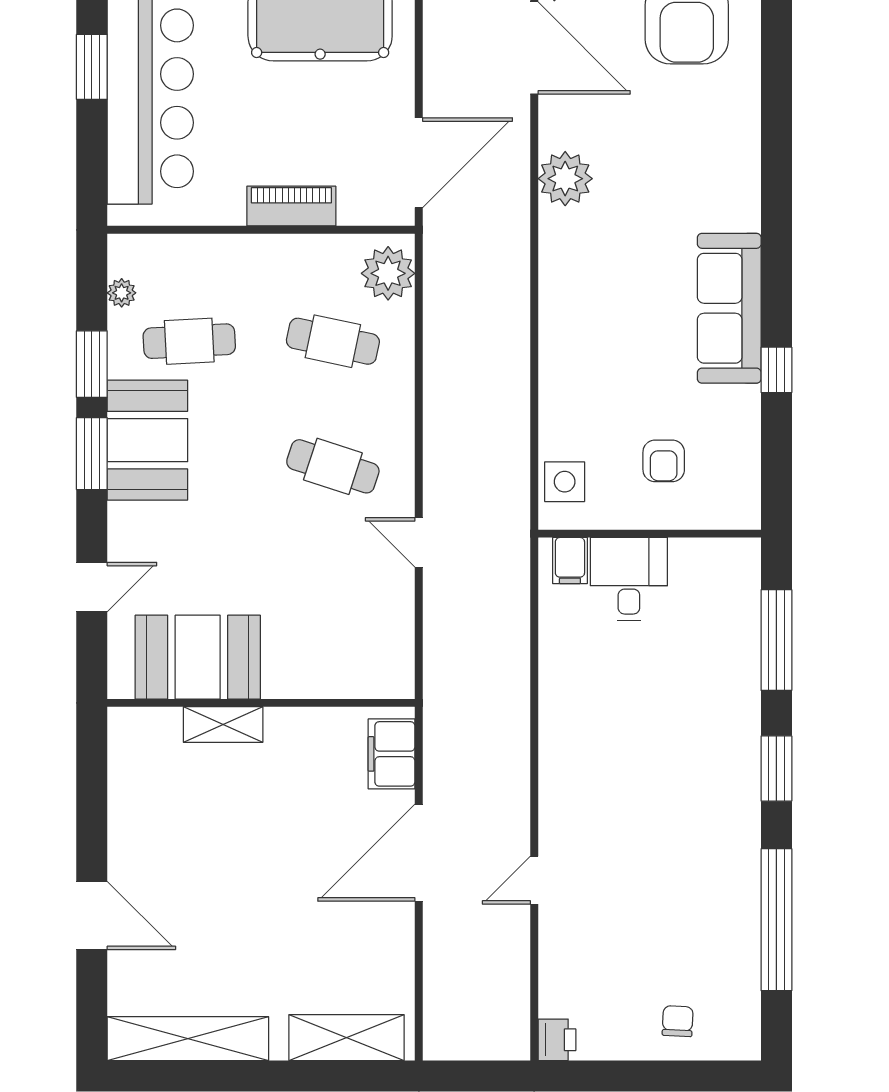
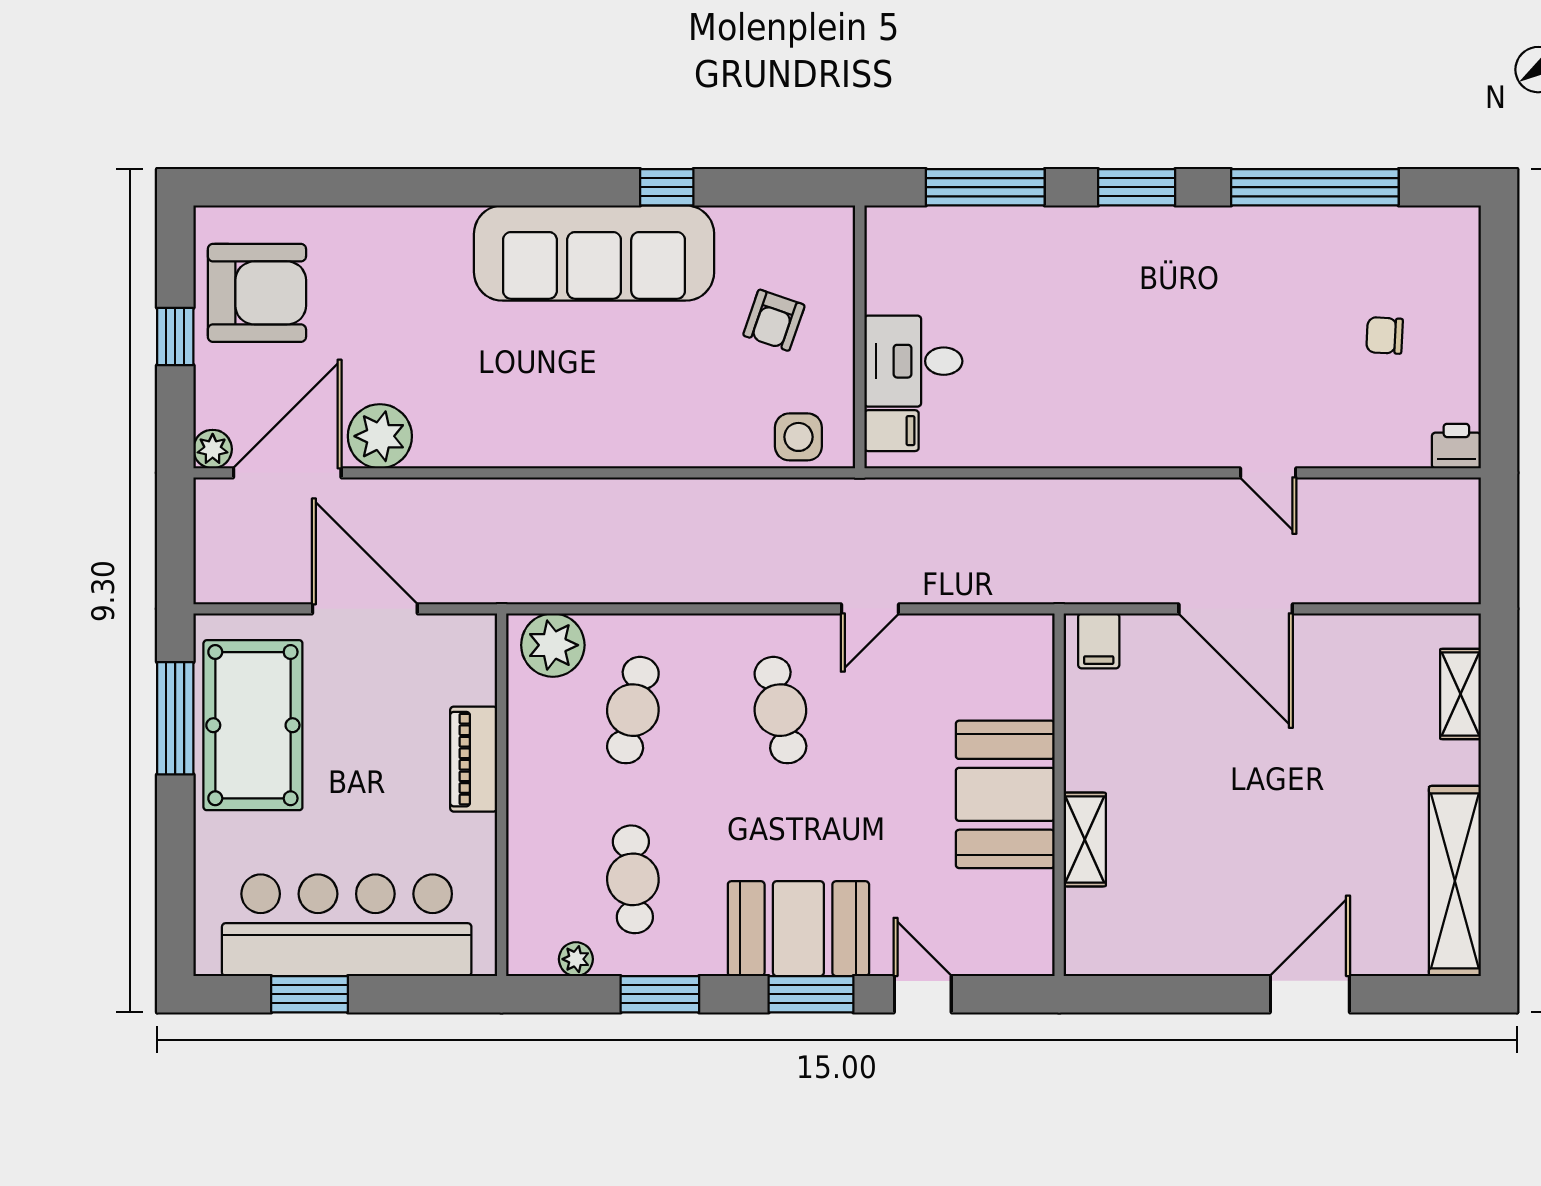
door: (419, 163) -> (365, 609), moved
plant: (565, 179) -> (380, 436), moved
sofa: (729, 308) -> (594, 253), width x1.36, depth x1.27
booth: (147, 440) -> (798, 929), moved
window: (92, 454) -> (811, 994), moved
armchair: (664, 461) -> (774, 320), turned 109
cafe table: (333, 466) -> (780, 710), turned -30
booth: (198, 657) -> (1005, 794), moved
filing cabinet: (392, 754) -> (1099, 641), width x0.50
chair: (678, 1021) -> (1385, 335), moved
shelving: (347, 1038) -> (1460, 694), width x0.67, depth x0.75

